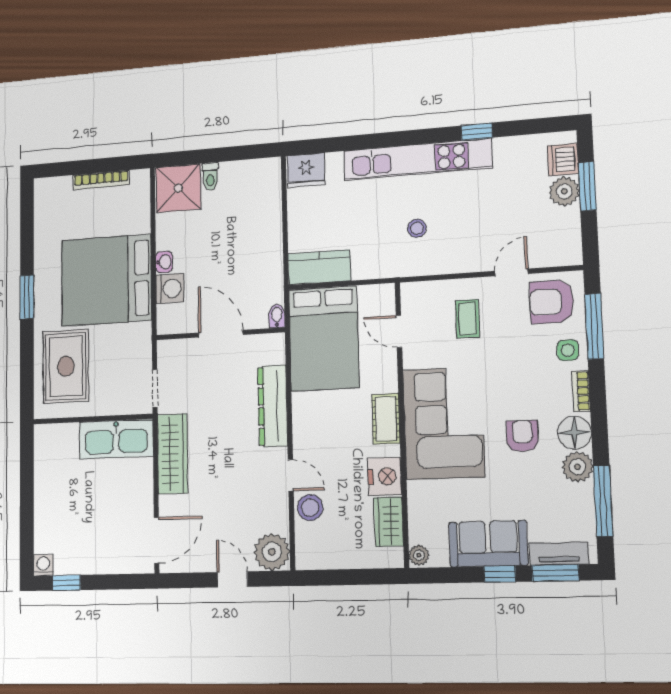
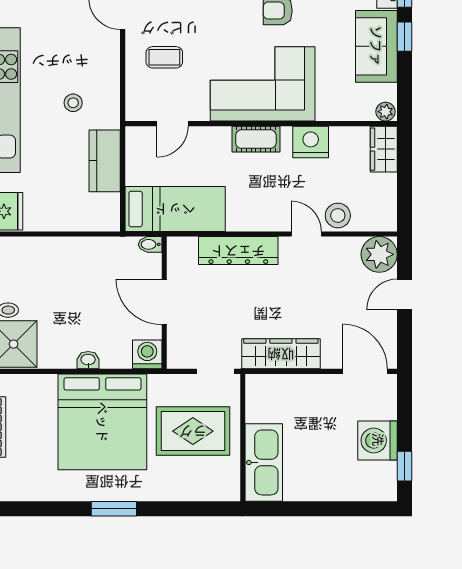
kitchen counter: (319, 267) -> (105, 161), moved
washing machine: (170, 288) -> (147, 354), moved
door: (221, 334) -> (164, 302), hinge flipped
bed: (324, 338) -> (175, 209), width x0.67
rug: (66, 366) -> (193, 431), moved
kitchen sink: (116, 439) -> (264, 462), moved
door: (291, 475) -> (306, 234), hinge flipped
wardrobe: (389, 522) -> (384, 149), moved, turned 90
washing machine: (43, 565) -> (378, 440), moved, width x1.89, depth x1.89

